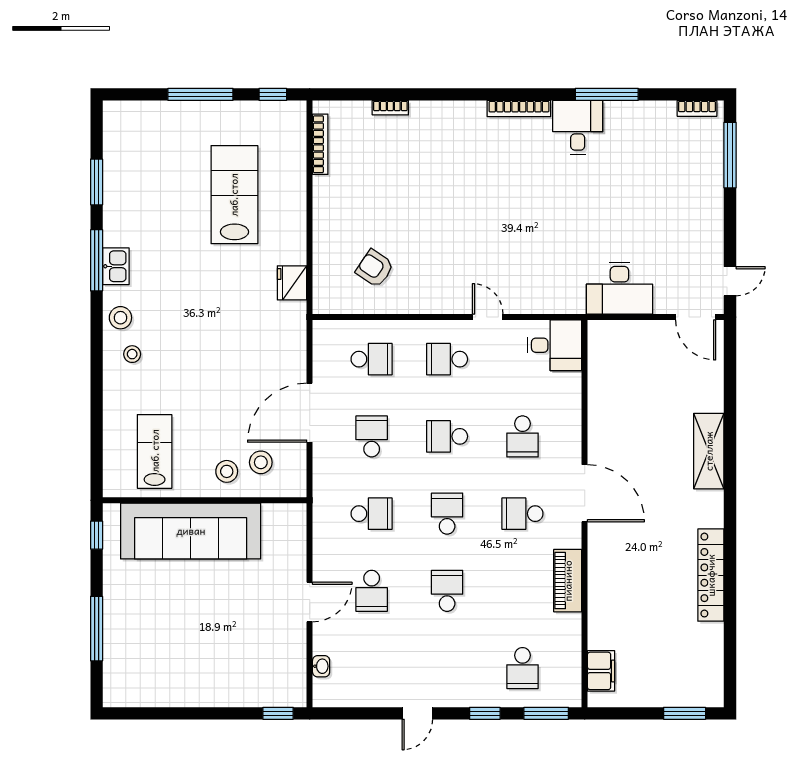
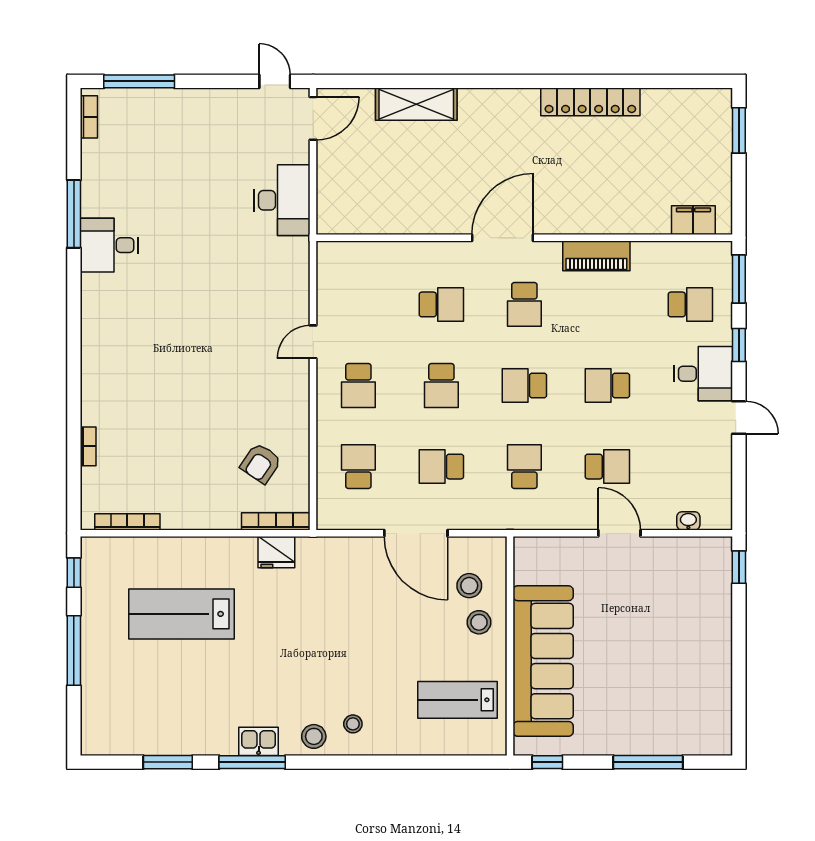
bookcase: (519, 109) -> (276, 521), moved, turned -90
desk: (554, 345) -> (703, 374), moved, turned 90
shelving: (709, 451) -> (416, 104), moved

